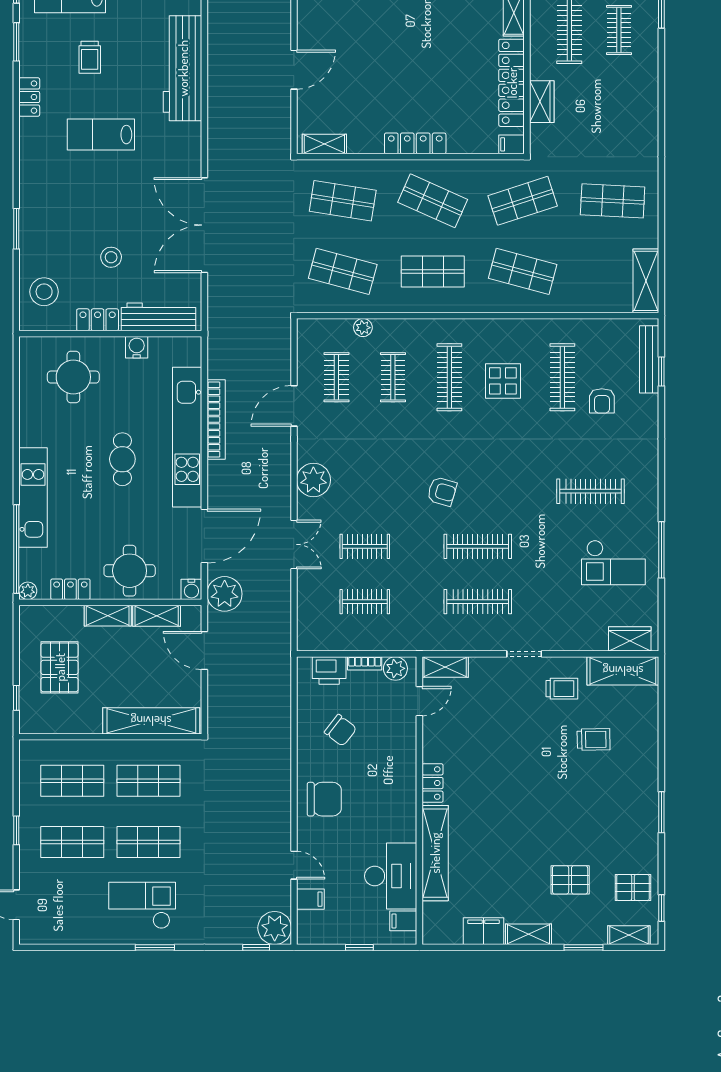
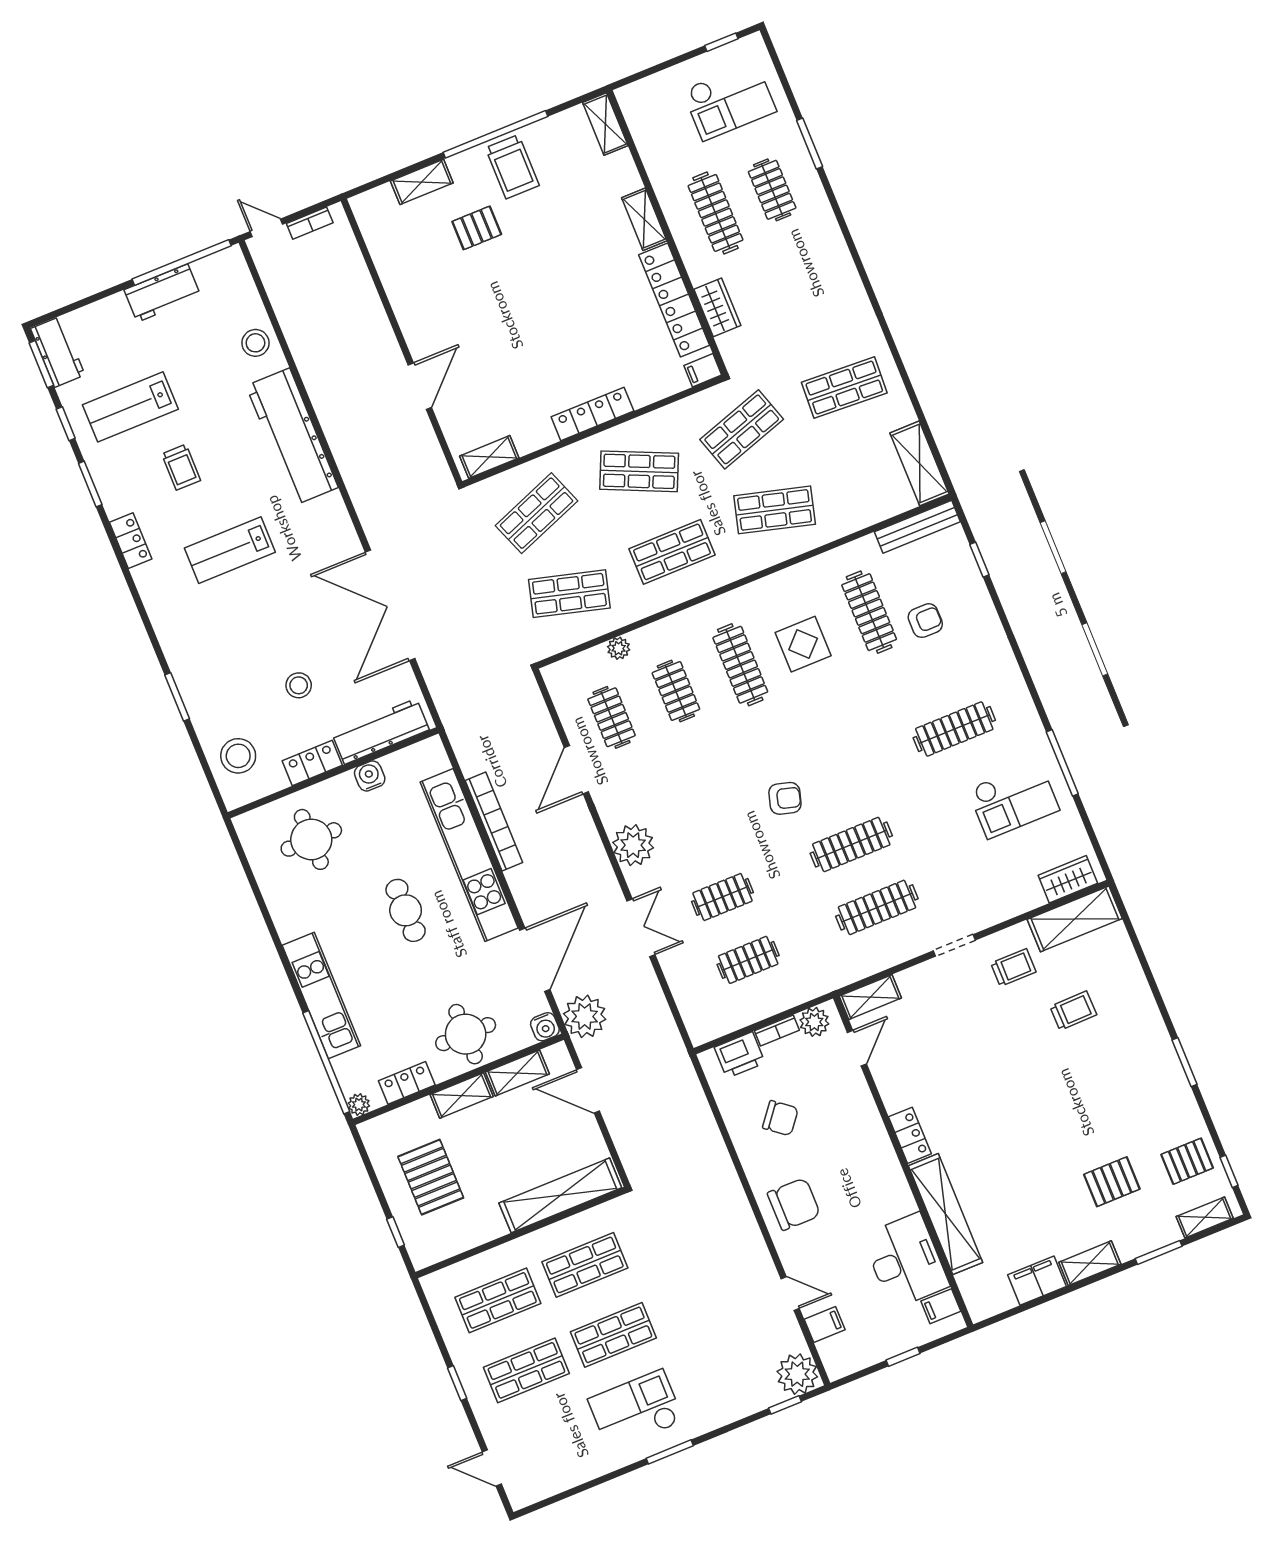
shop shelf: (343, 201) -> (537, 513), turned -30
bench: (649, 359) -> (917, 527), moved, turned 90
armchair: (602, 401) -> (925, 621), turned -90

